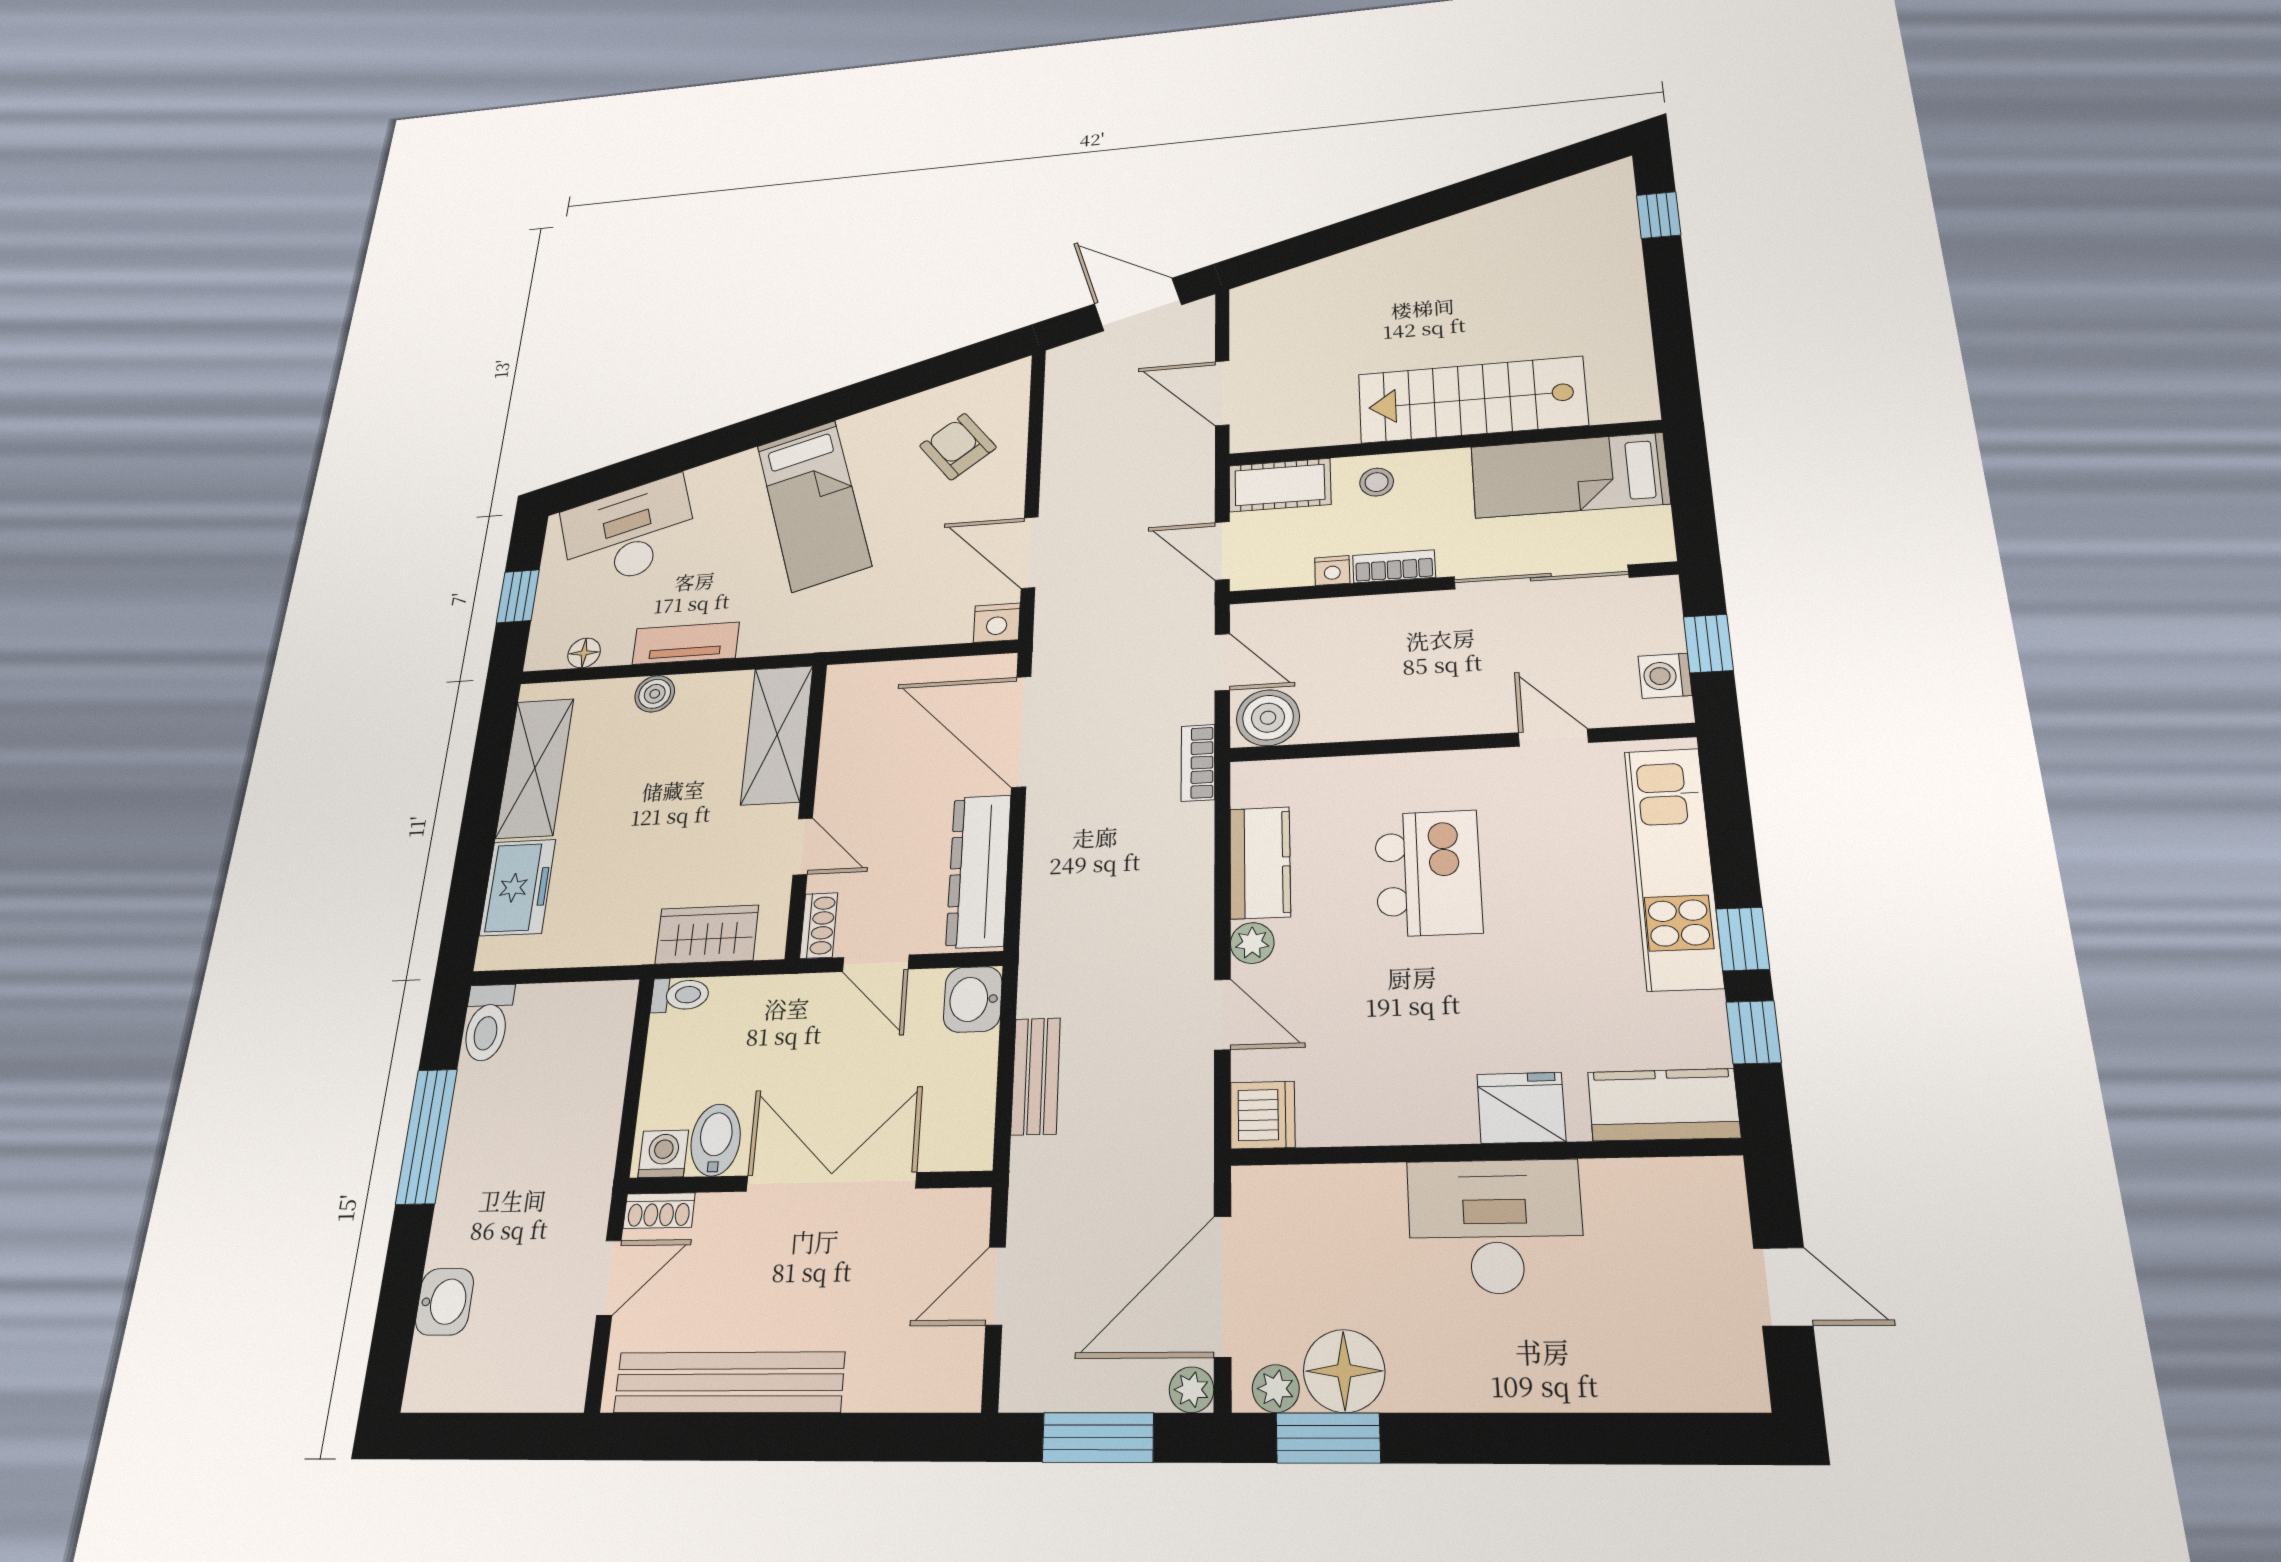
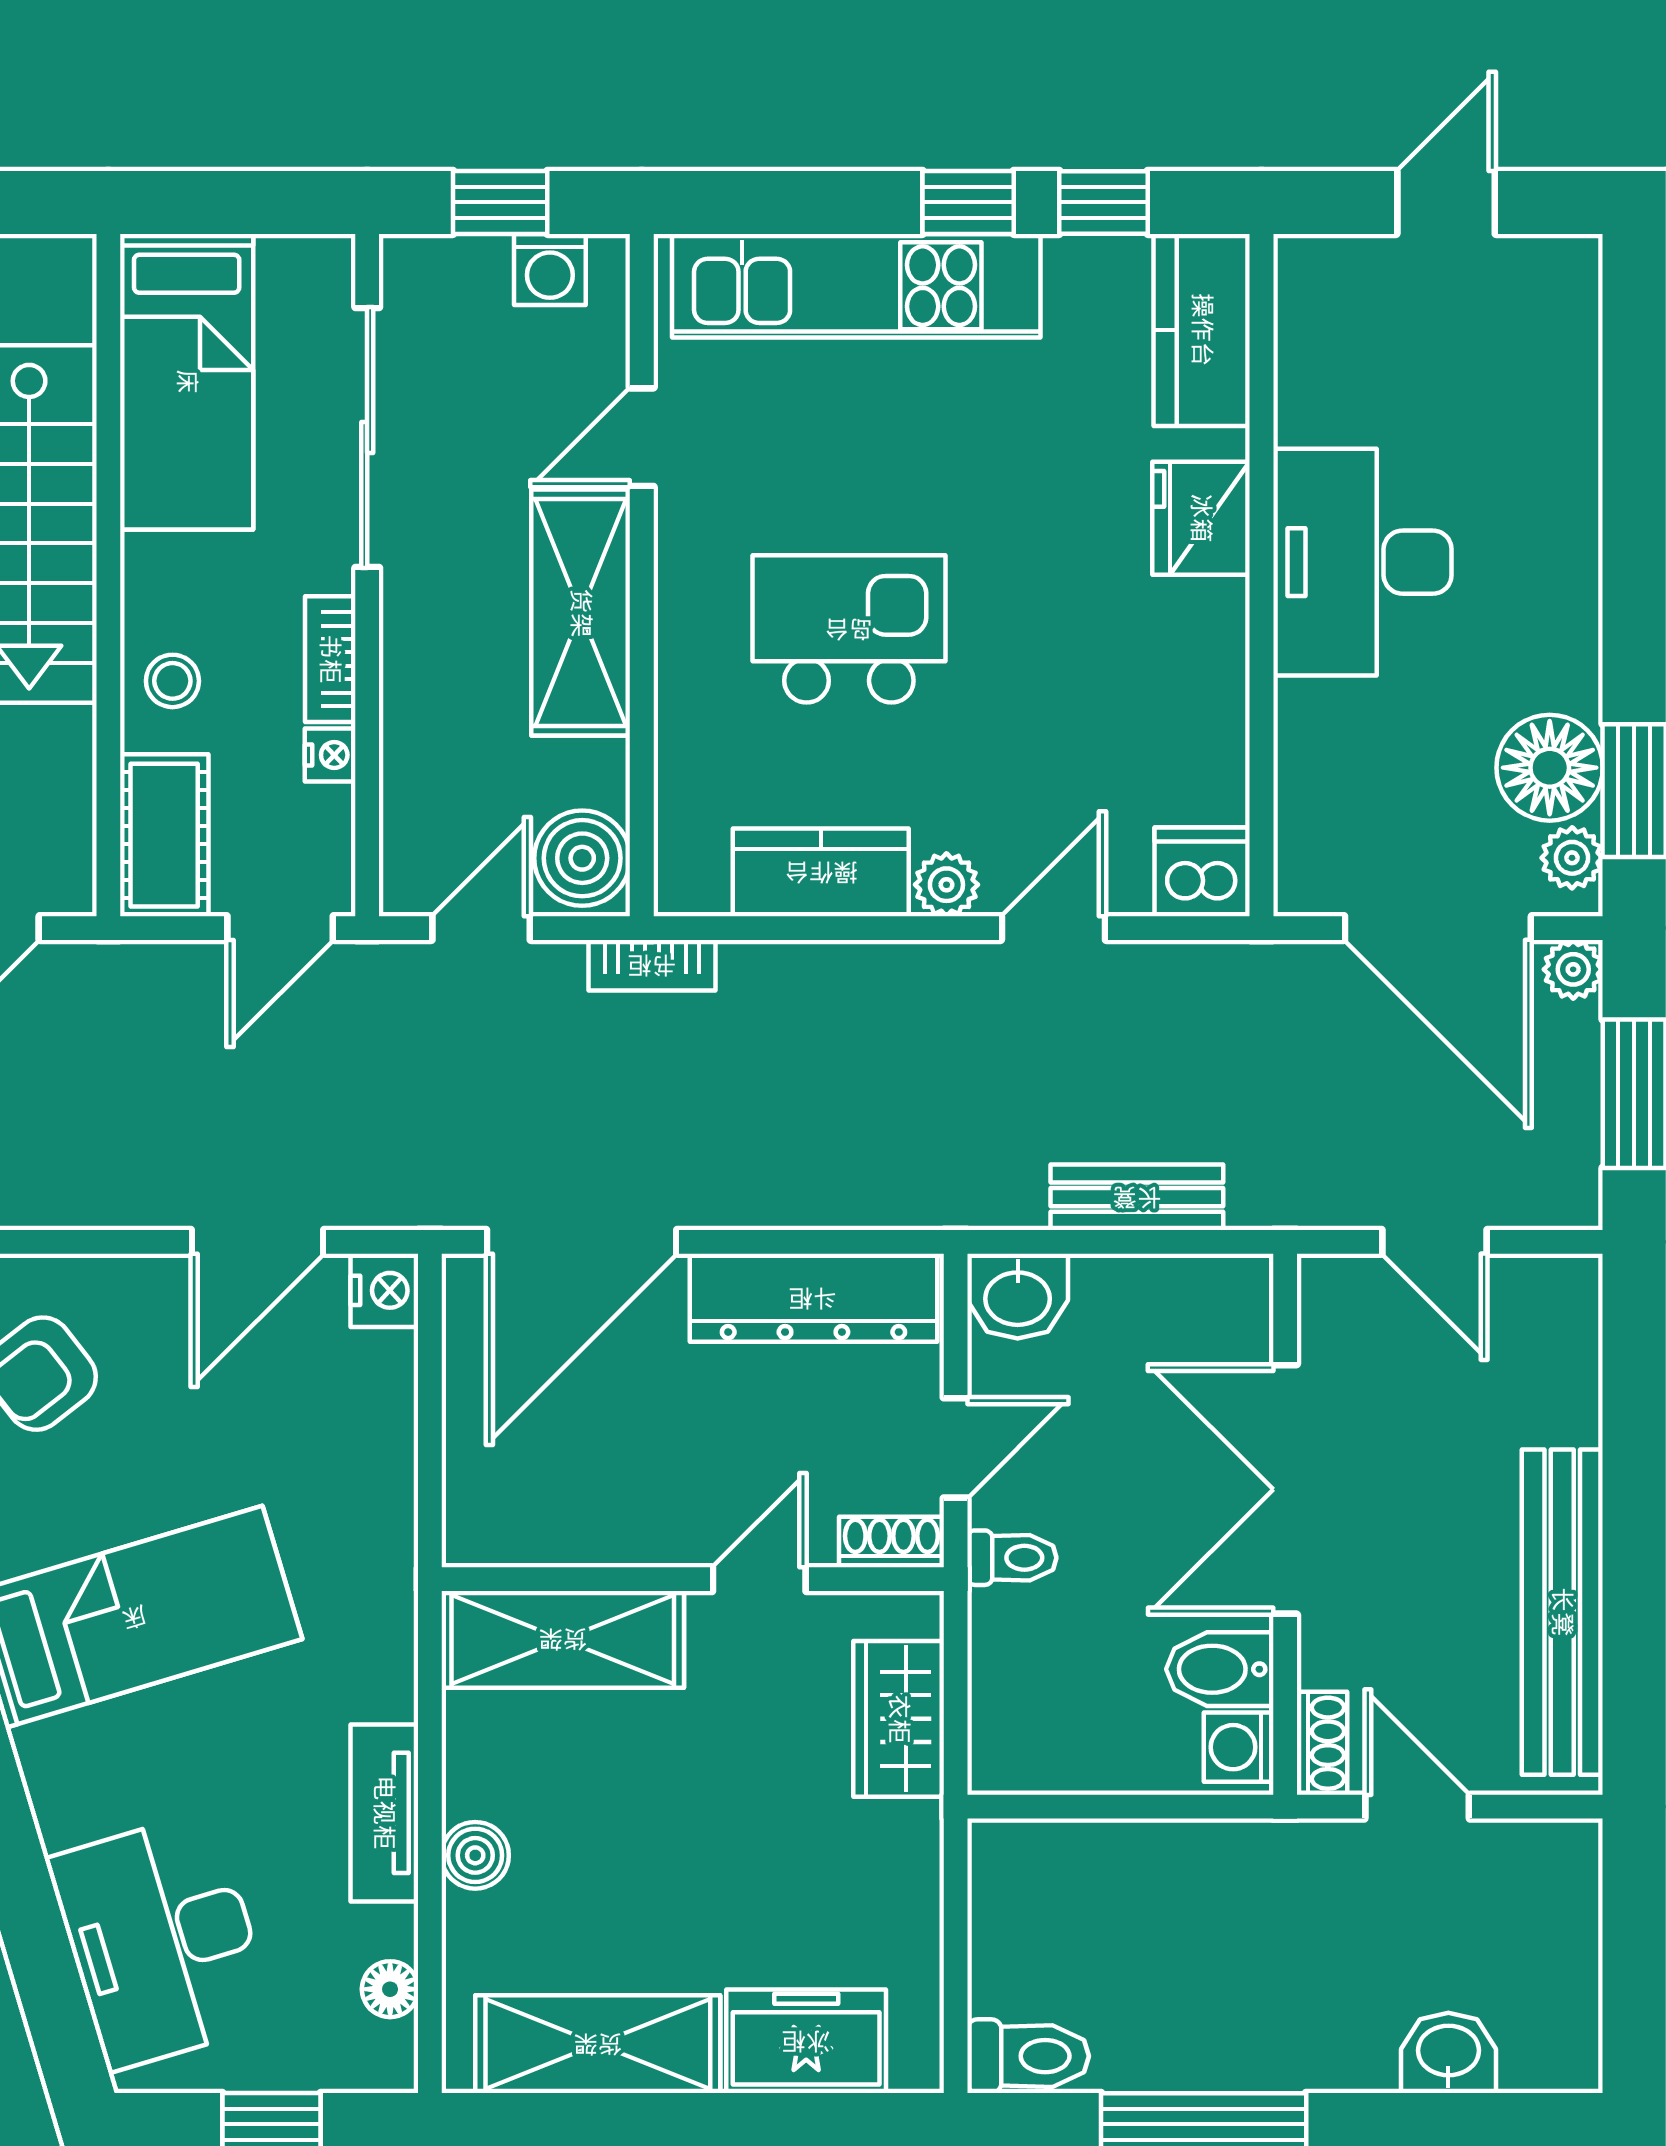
shelving: (1431, 708) -> (581, 613), added
toilet: (680, 995) -> (1012, 1558), moved, turned 90

